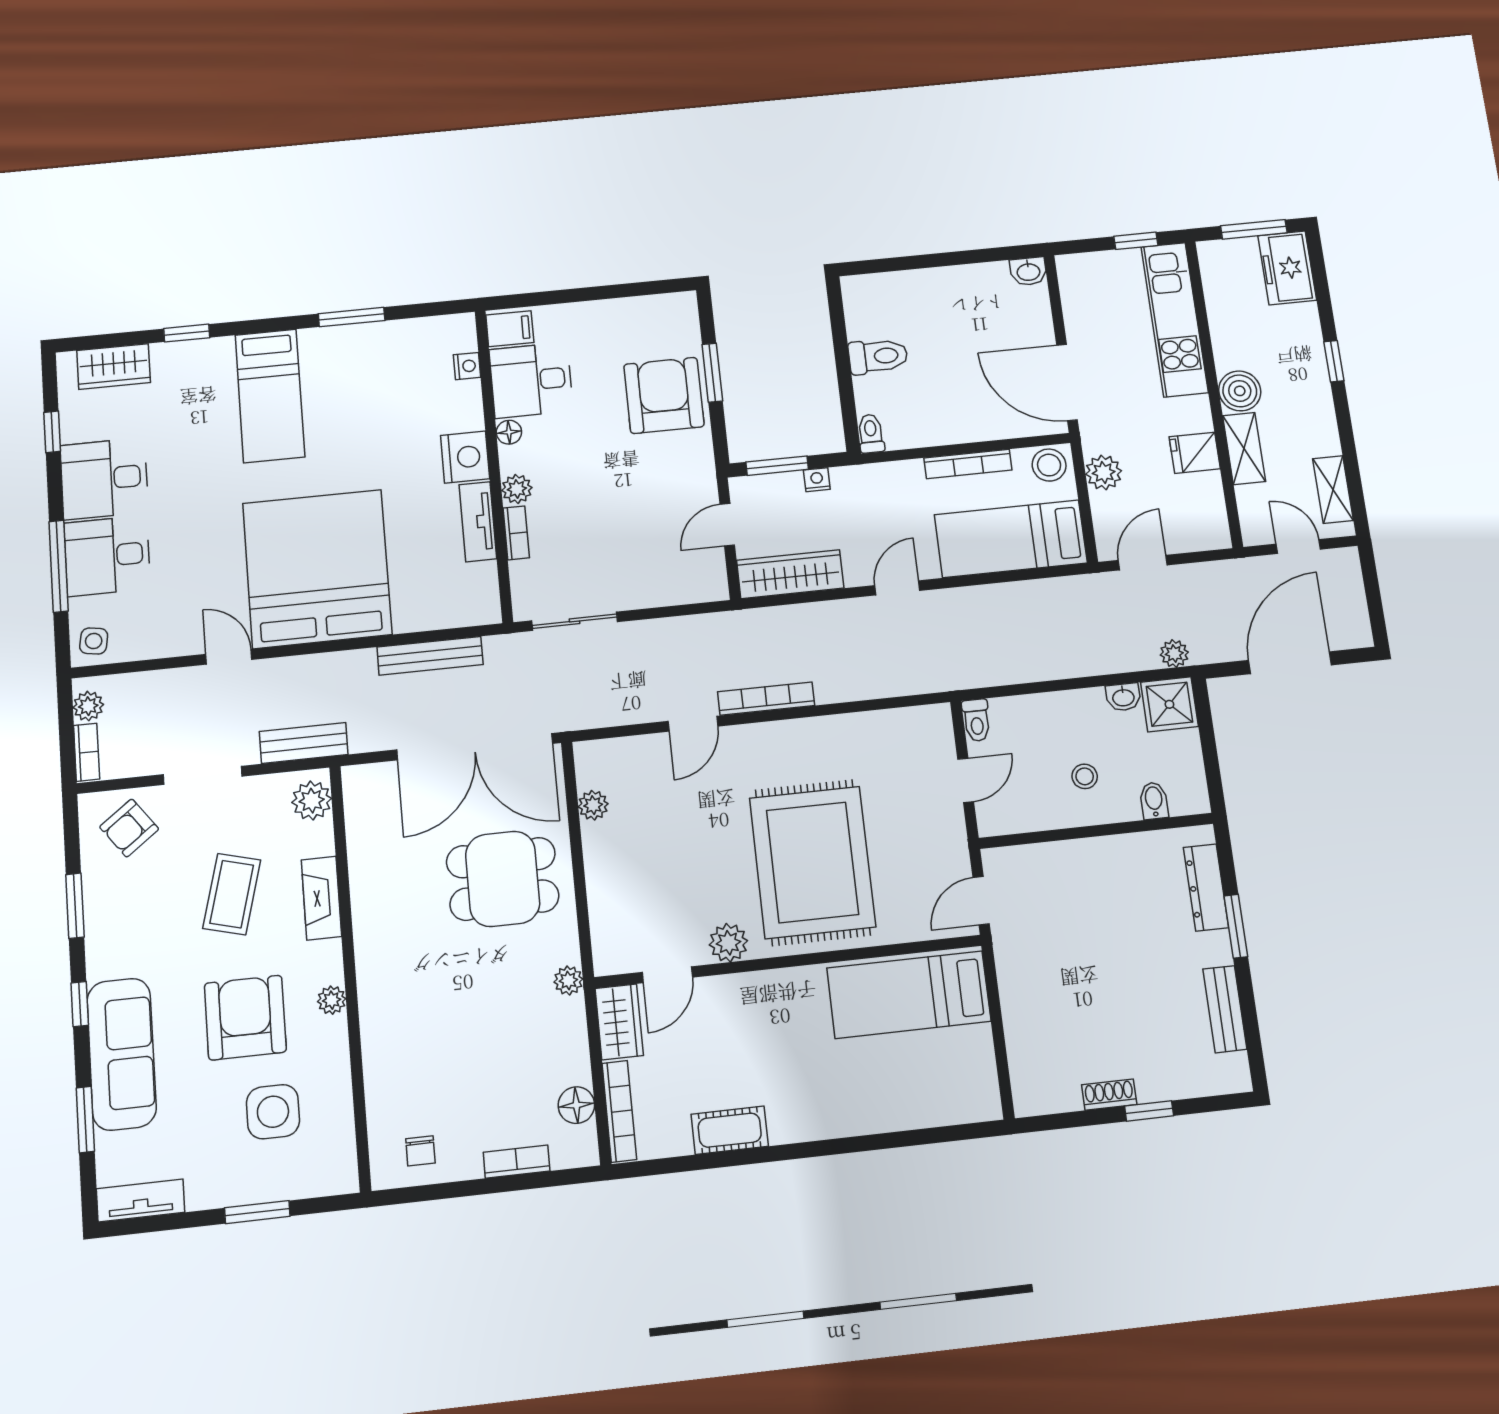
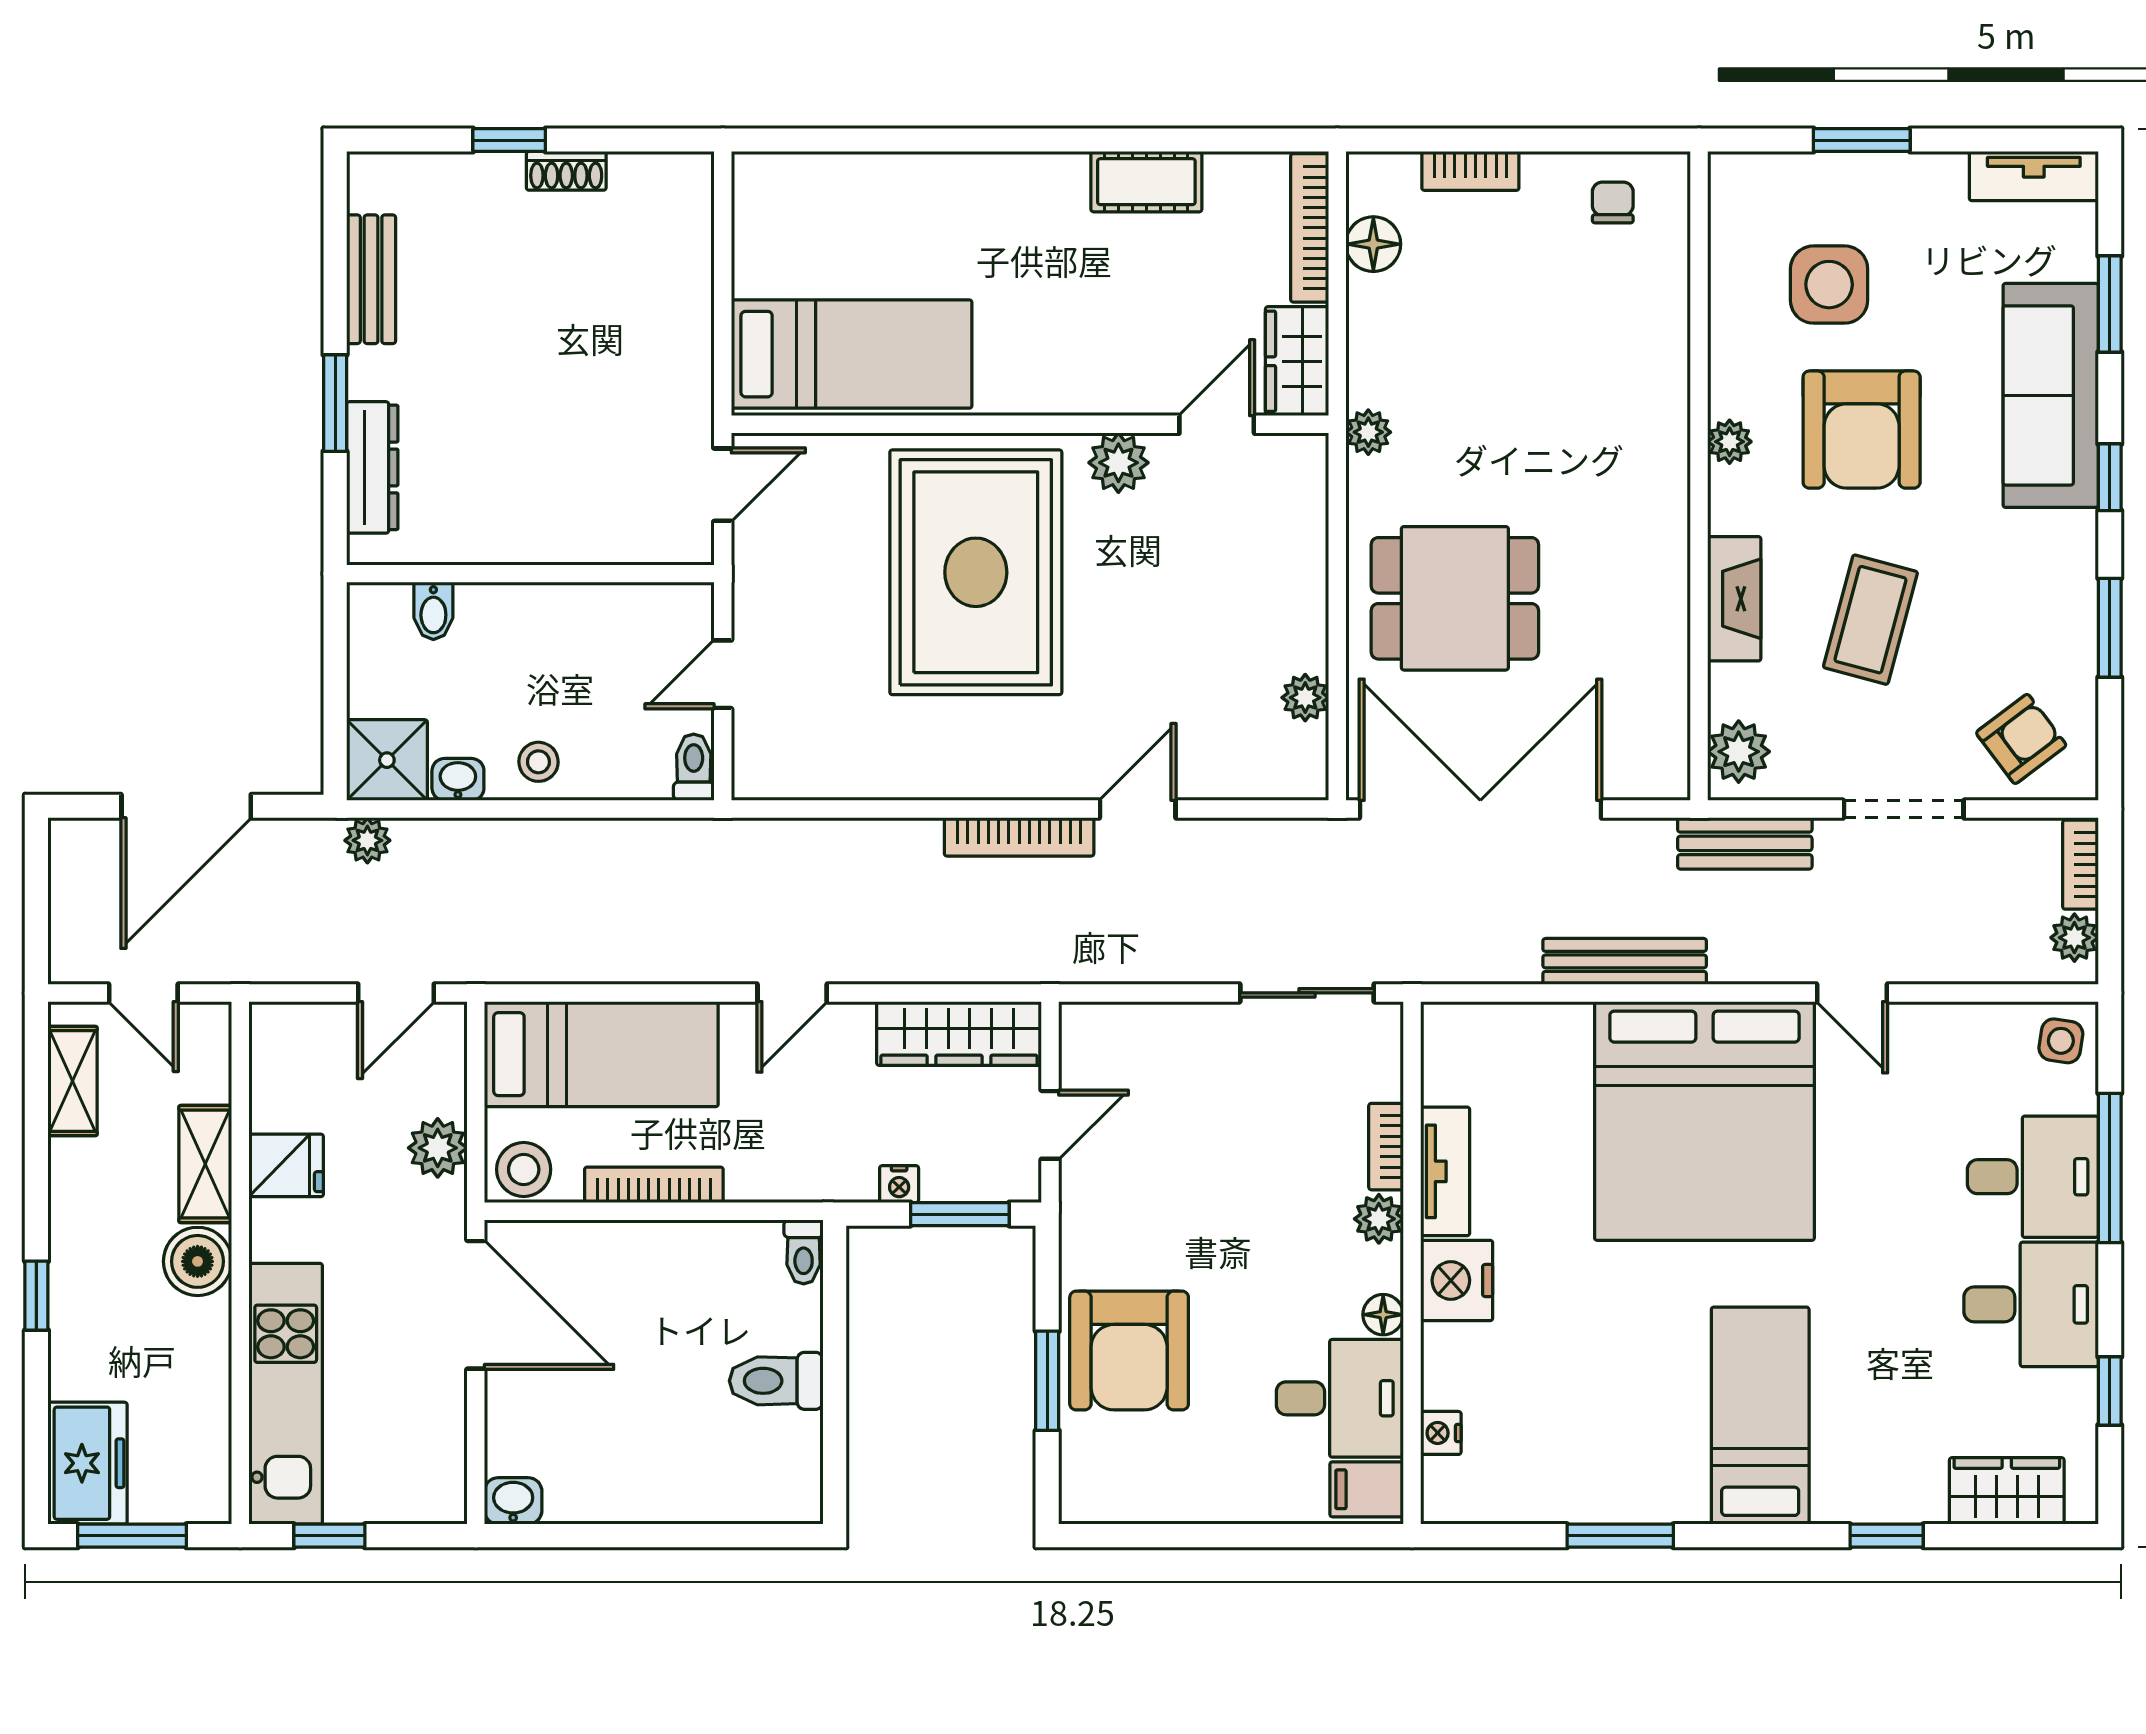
bench: (430, 656) -> (1625, 961), moved
stool: (1085, 776) -> (538, 762), moved

